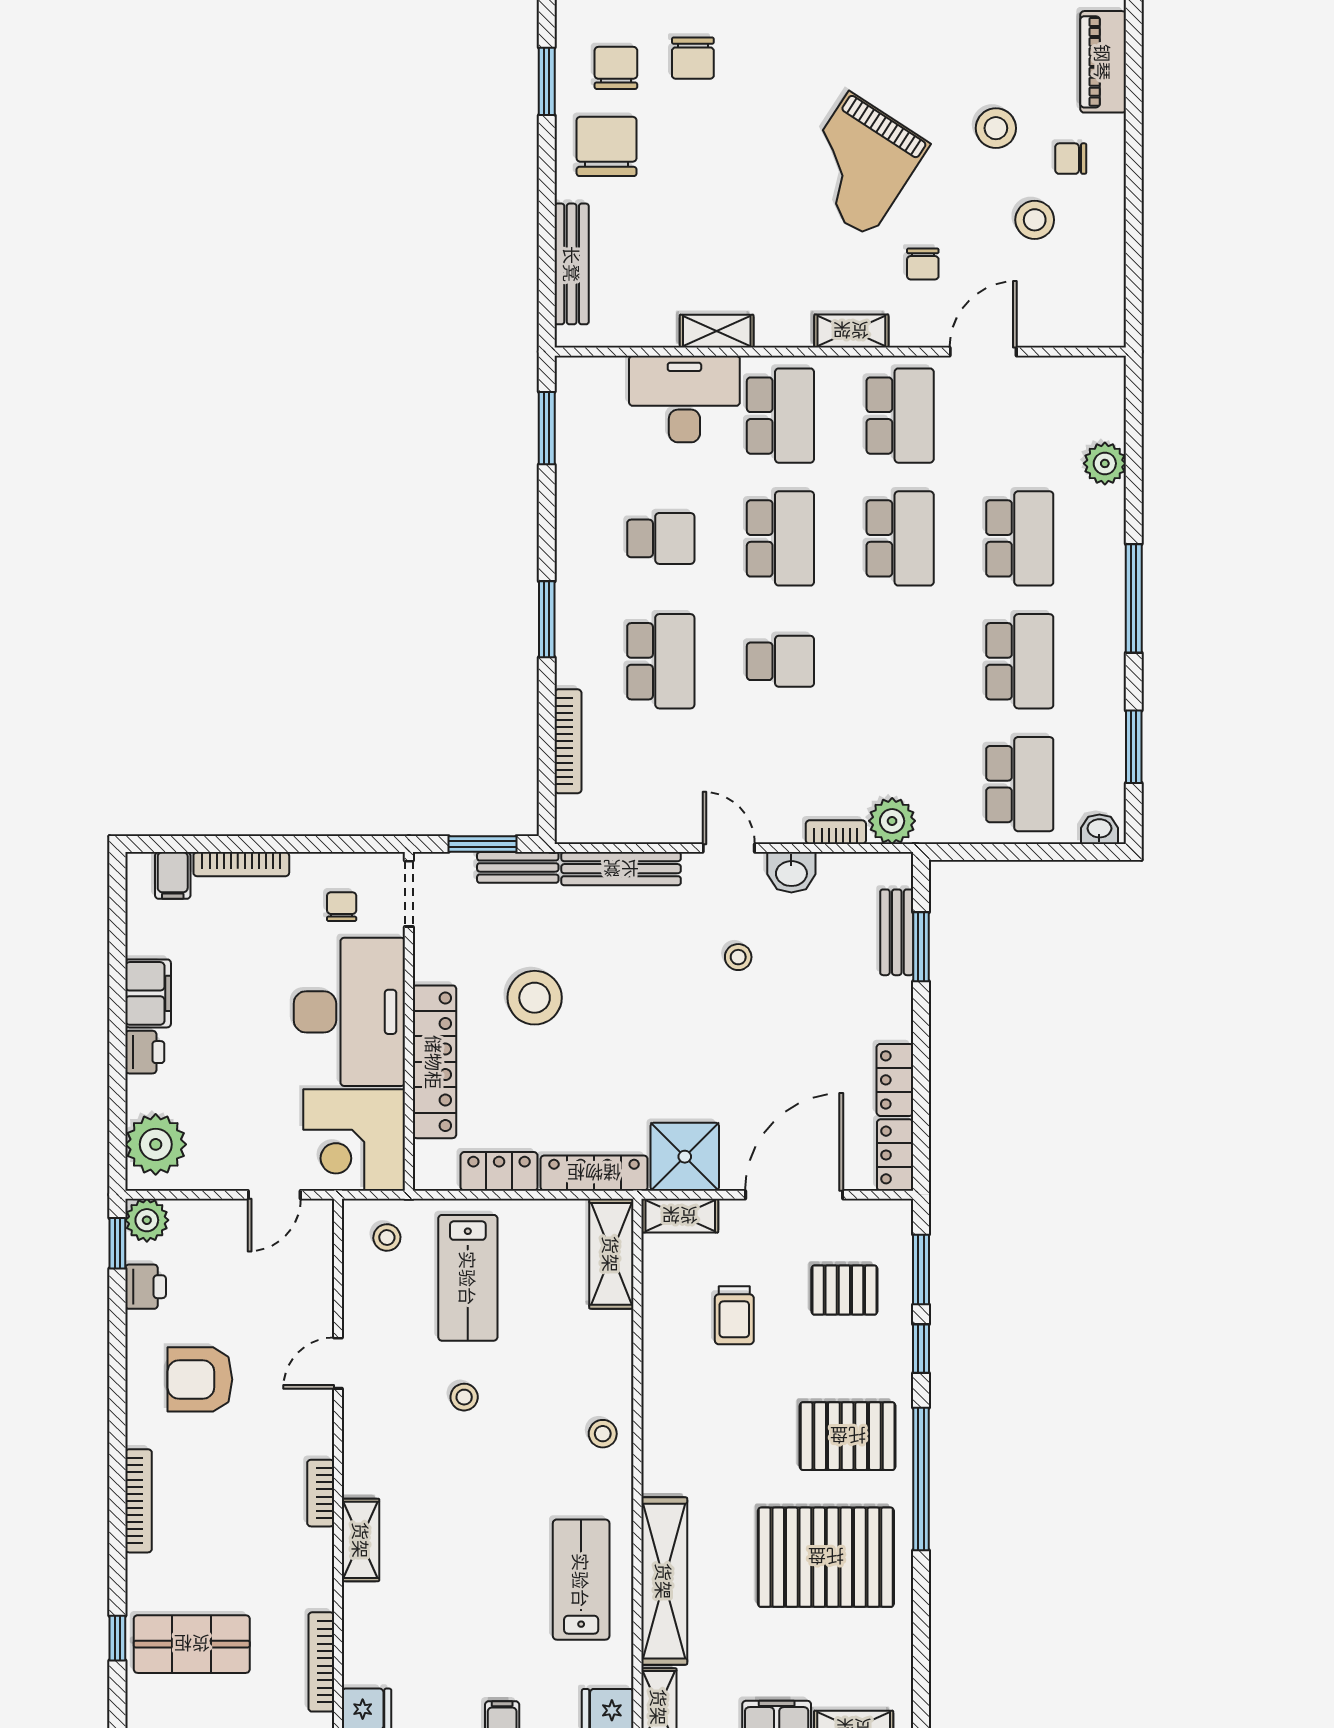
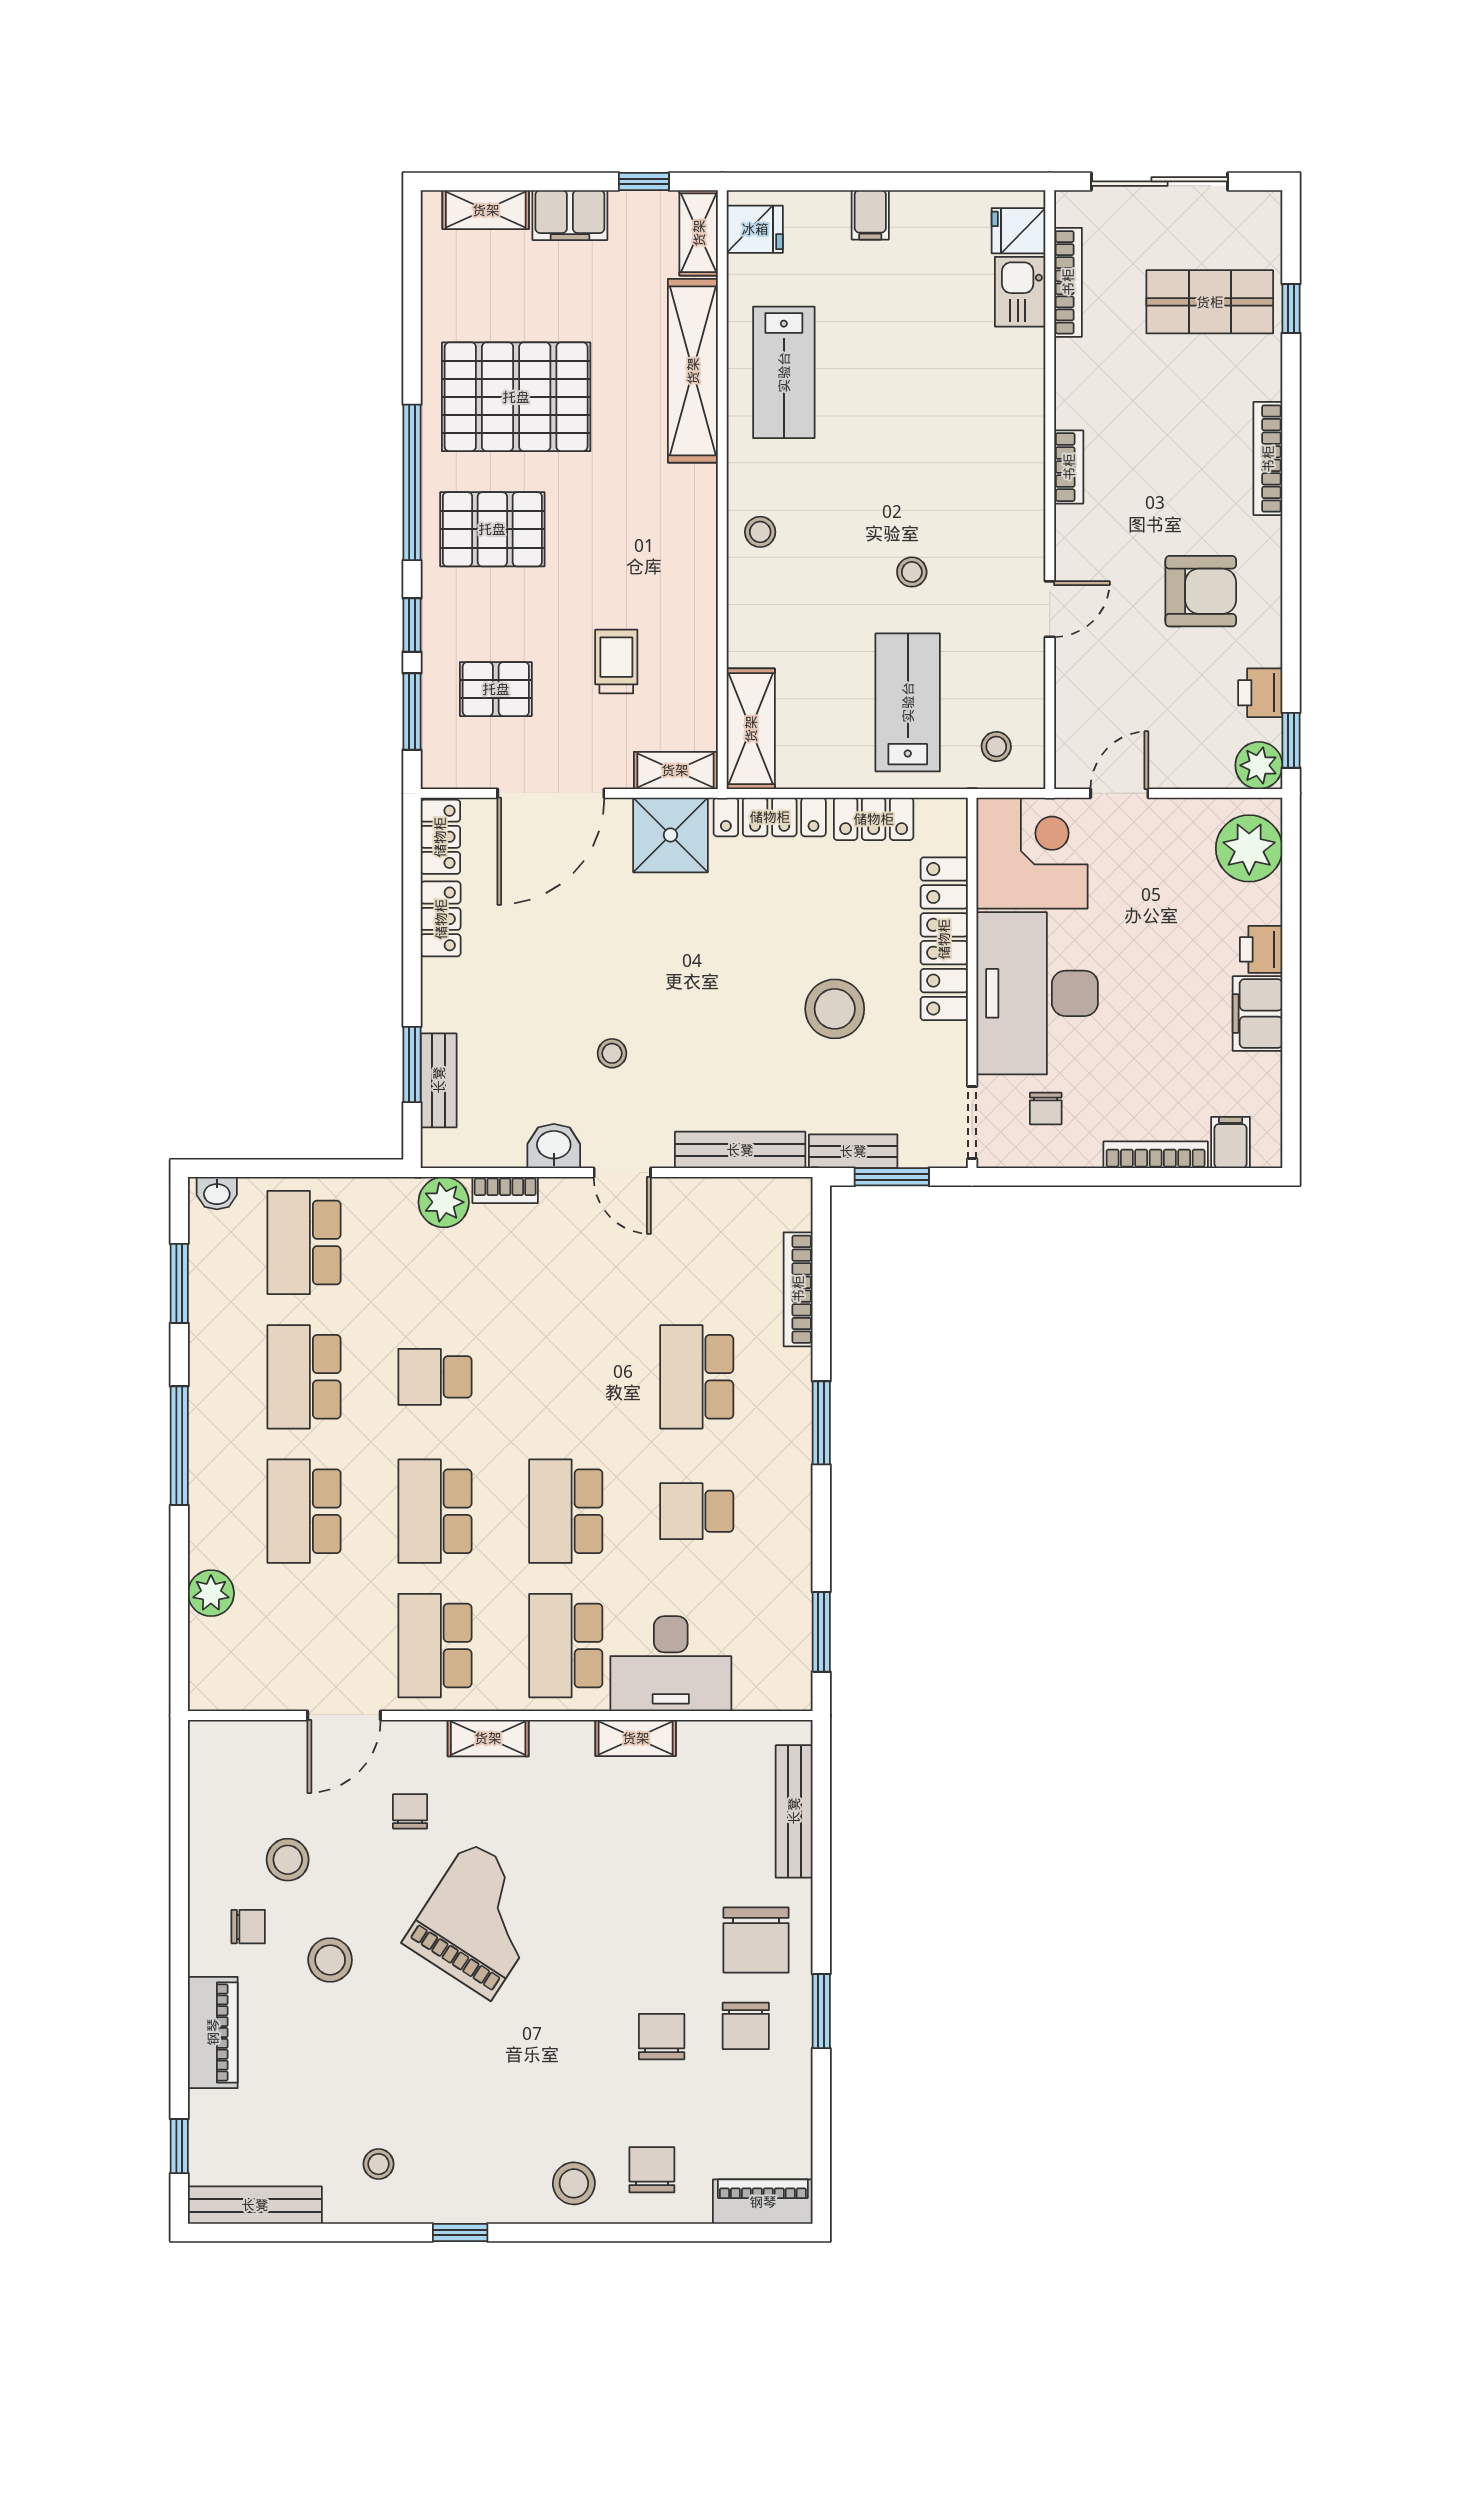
school desk: (780, 661) -> (435, 1377), moved
shelving: (361, 1540) -> (1025, 416), removed
kitchen sink: (365, 1653) -> (1020, 292), added

